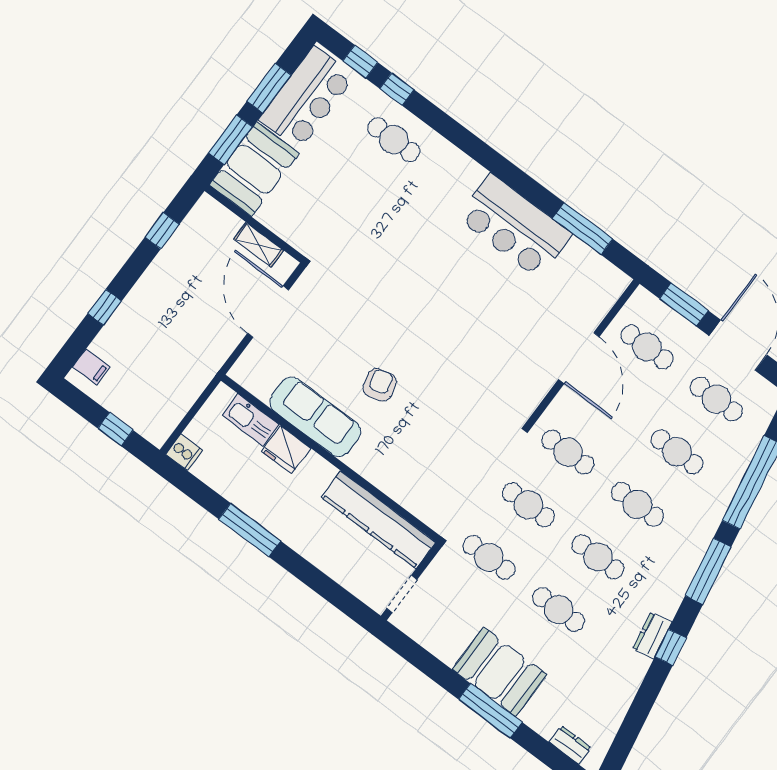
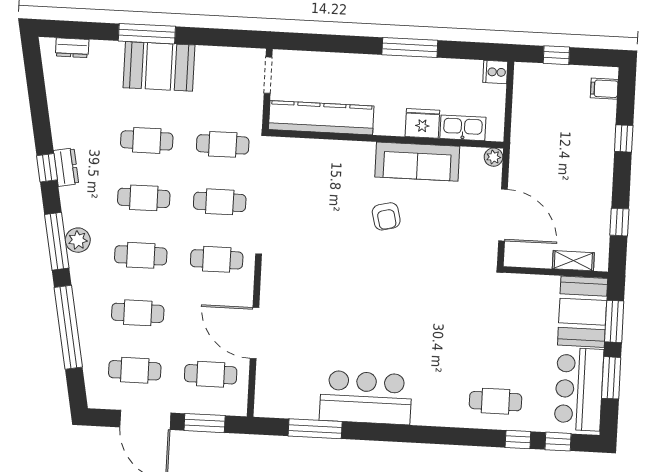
shelving: (259, 245) -> (573, 261), moved
plant: (240, 373) -> (493, 157), added
plant: (687, 559) -> (78, 240), added

